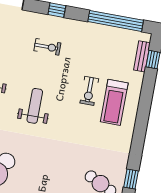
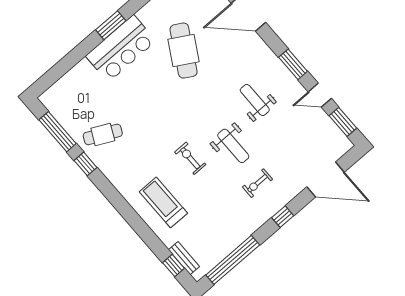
exercise bike: (89, 91) -> (190, 158), moved
weight bench: (35, 106) -> (233, 146), moved

